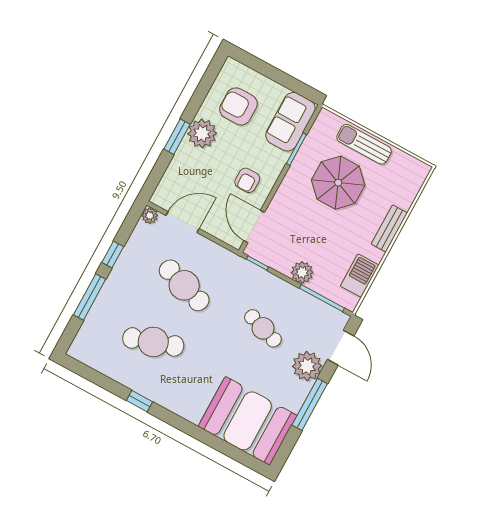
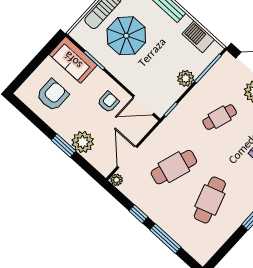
armchair: (238, 106) -> (53, 95), turned 180
plant: (202, 133) -> (83, 142), moved
armchair: (247, 180) -> (108, 102), turned -90

